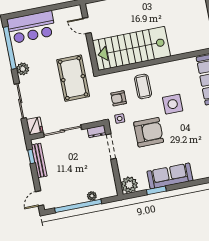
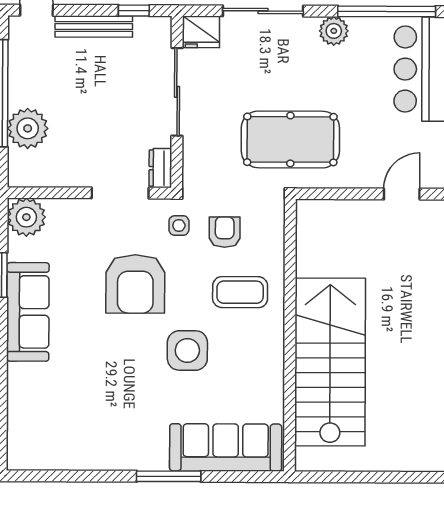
stairs: (131, 48) -> (330, 362), moved
bench: (39, 160) -> (94, 27), moved
plant: (92, 196) -> (28, 128), width x1.88, depth x1.88

